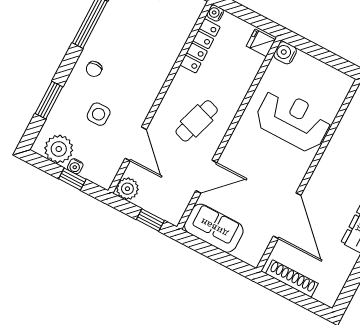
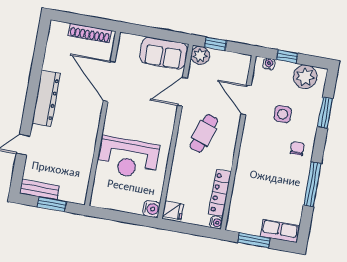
water cooler: (75, 166) -> (269, 64), moved
plant: (127, 189) -> (200, 55), moved

